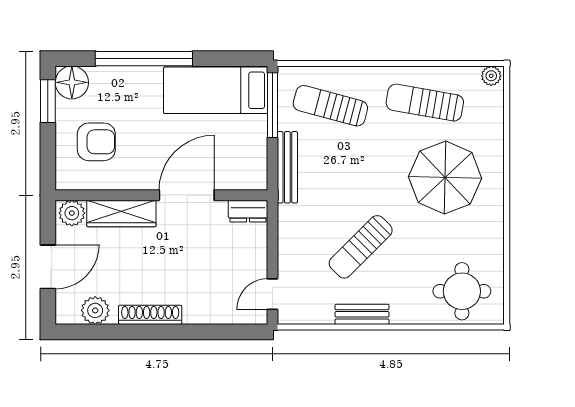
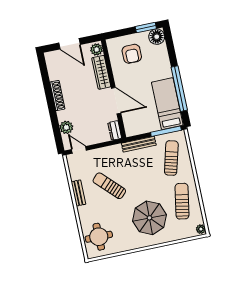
window: (144, 59) -> (179, 89), moved
plant: (95, 310) -> (66, 127), moved

